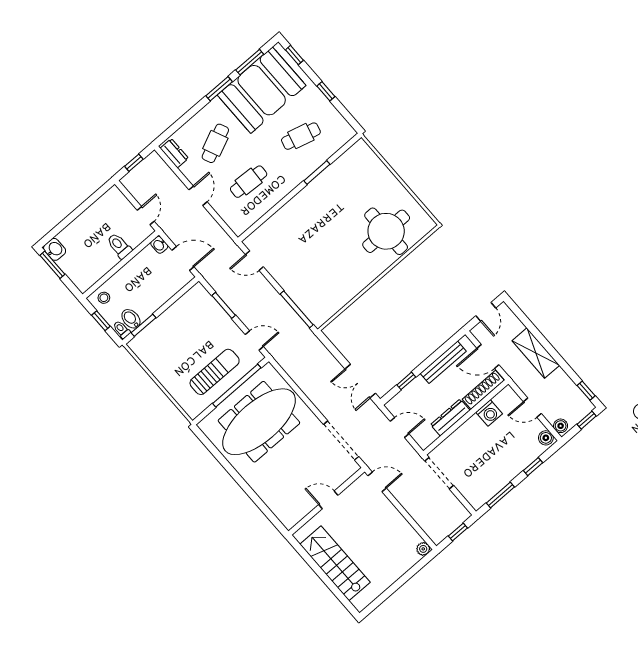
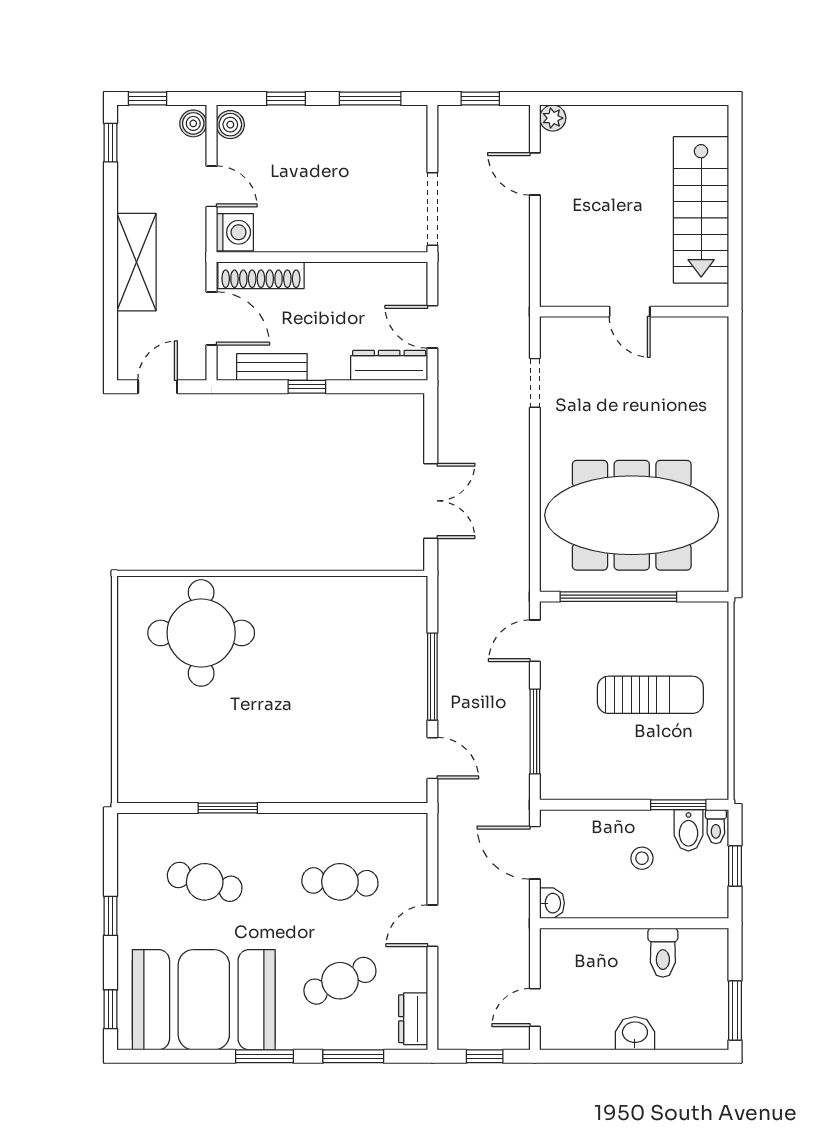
window: (250, 62) -> (353, 1056), moved
door: (146, 216) -> (535, 1007), moved
toilet: (119, 246) -> (663, 953), moved
washbasin: (55, 249) -> (635, 1033), moved, turned 90
stool: (104, 298) -> (642, 858), moved
window: (224, 305) -> (535, 731), width x1.44
window: (297, 309) -> (432, 677), moved
door: (254, 341) -> (535, 641), hinge flipped
bench: (443, 362) -> (272, 367), width x0.73
sun lounger: (215, 372) -> (650, 695), moved, turned 180
double door: (360, 381) -> (431, 501), moved
window: (406, 381) -> (307, 387), moved
washing machine: (489, 413) -> (235, 232), moved, turned 90
dresser: (450, 417) -> (389, 365), moved, turned 180
doorway: (341, 440) -> (535, 383), width x0.53
door: (377, 482) -> (535, 174), moved

